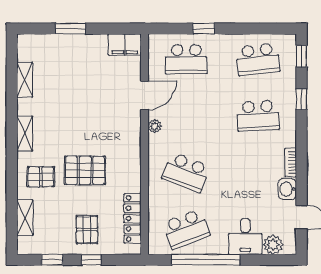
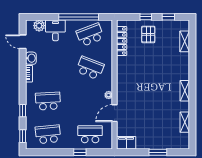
pallet: (85, 170) -> (149, 69), removed
pallet: (41, 177) -> (175, 65), removed

